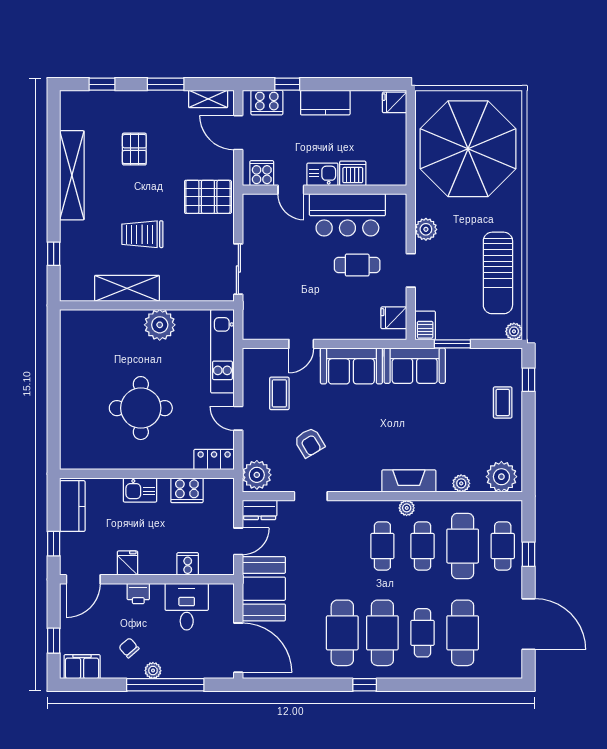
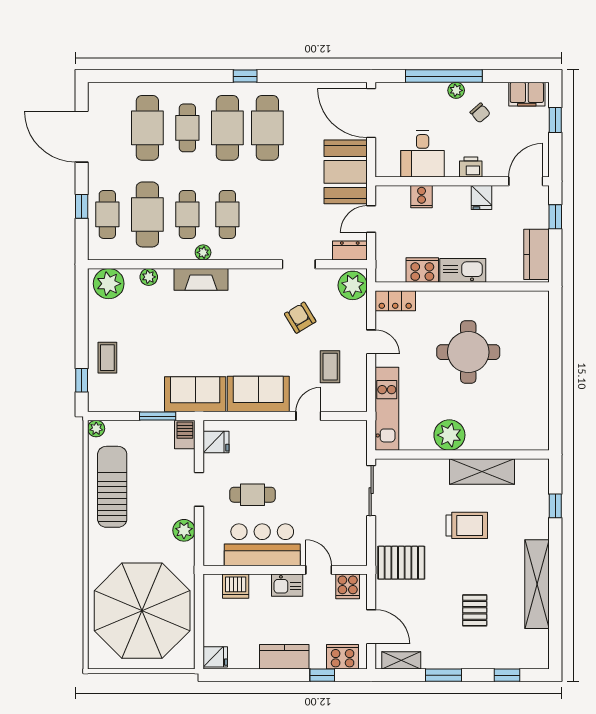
dishwasher: (353, 173) -> (236, 586), moved
kitchen sink: (140, 490) -> (463, 270), width x1.38

